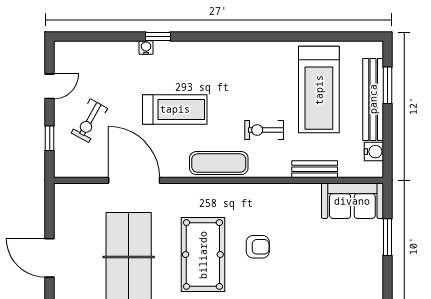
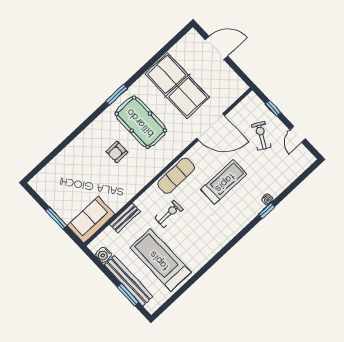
treadmill: (175, 109) -> (224, 182), turned 180

